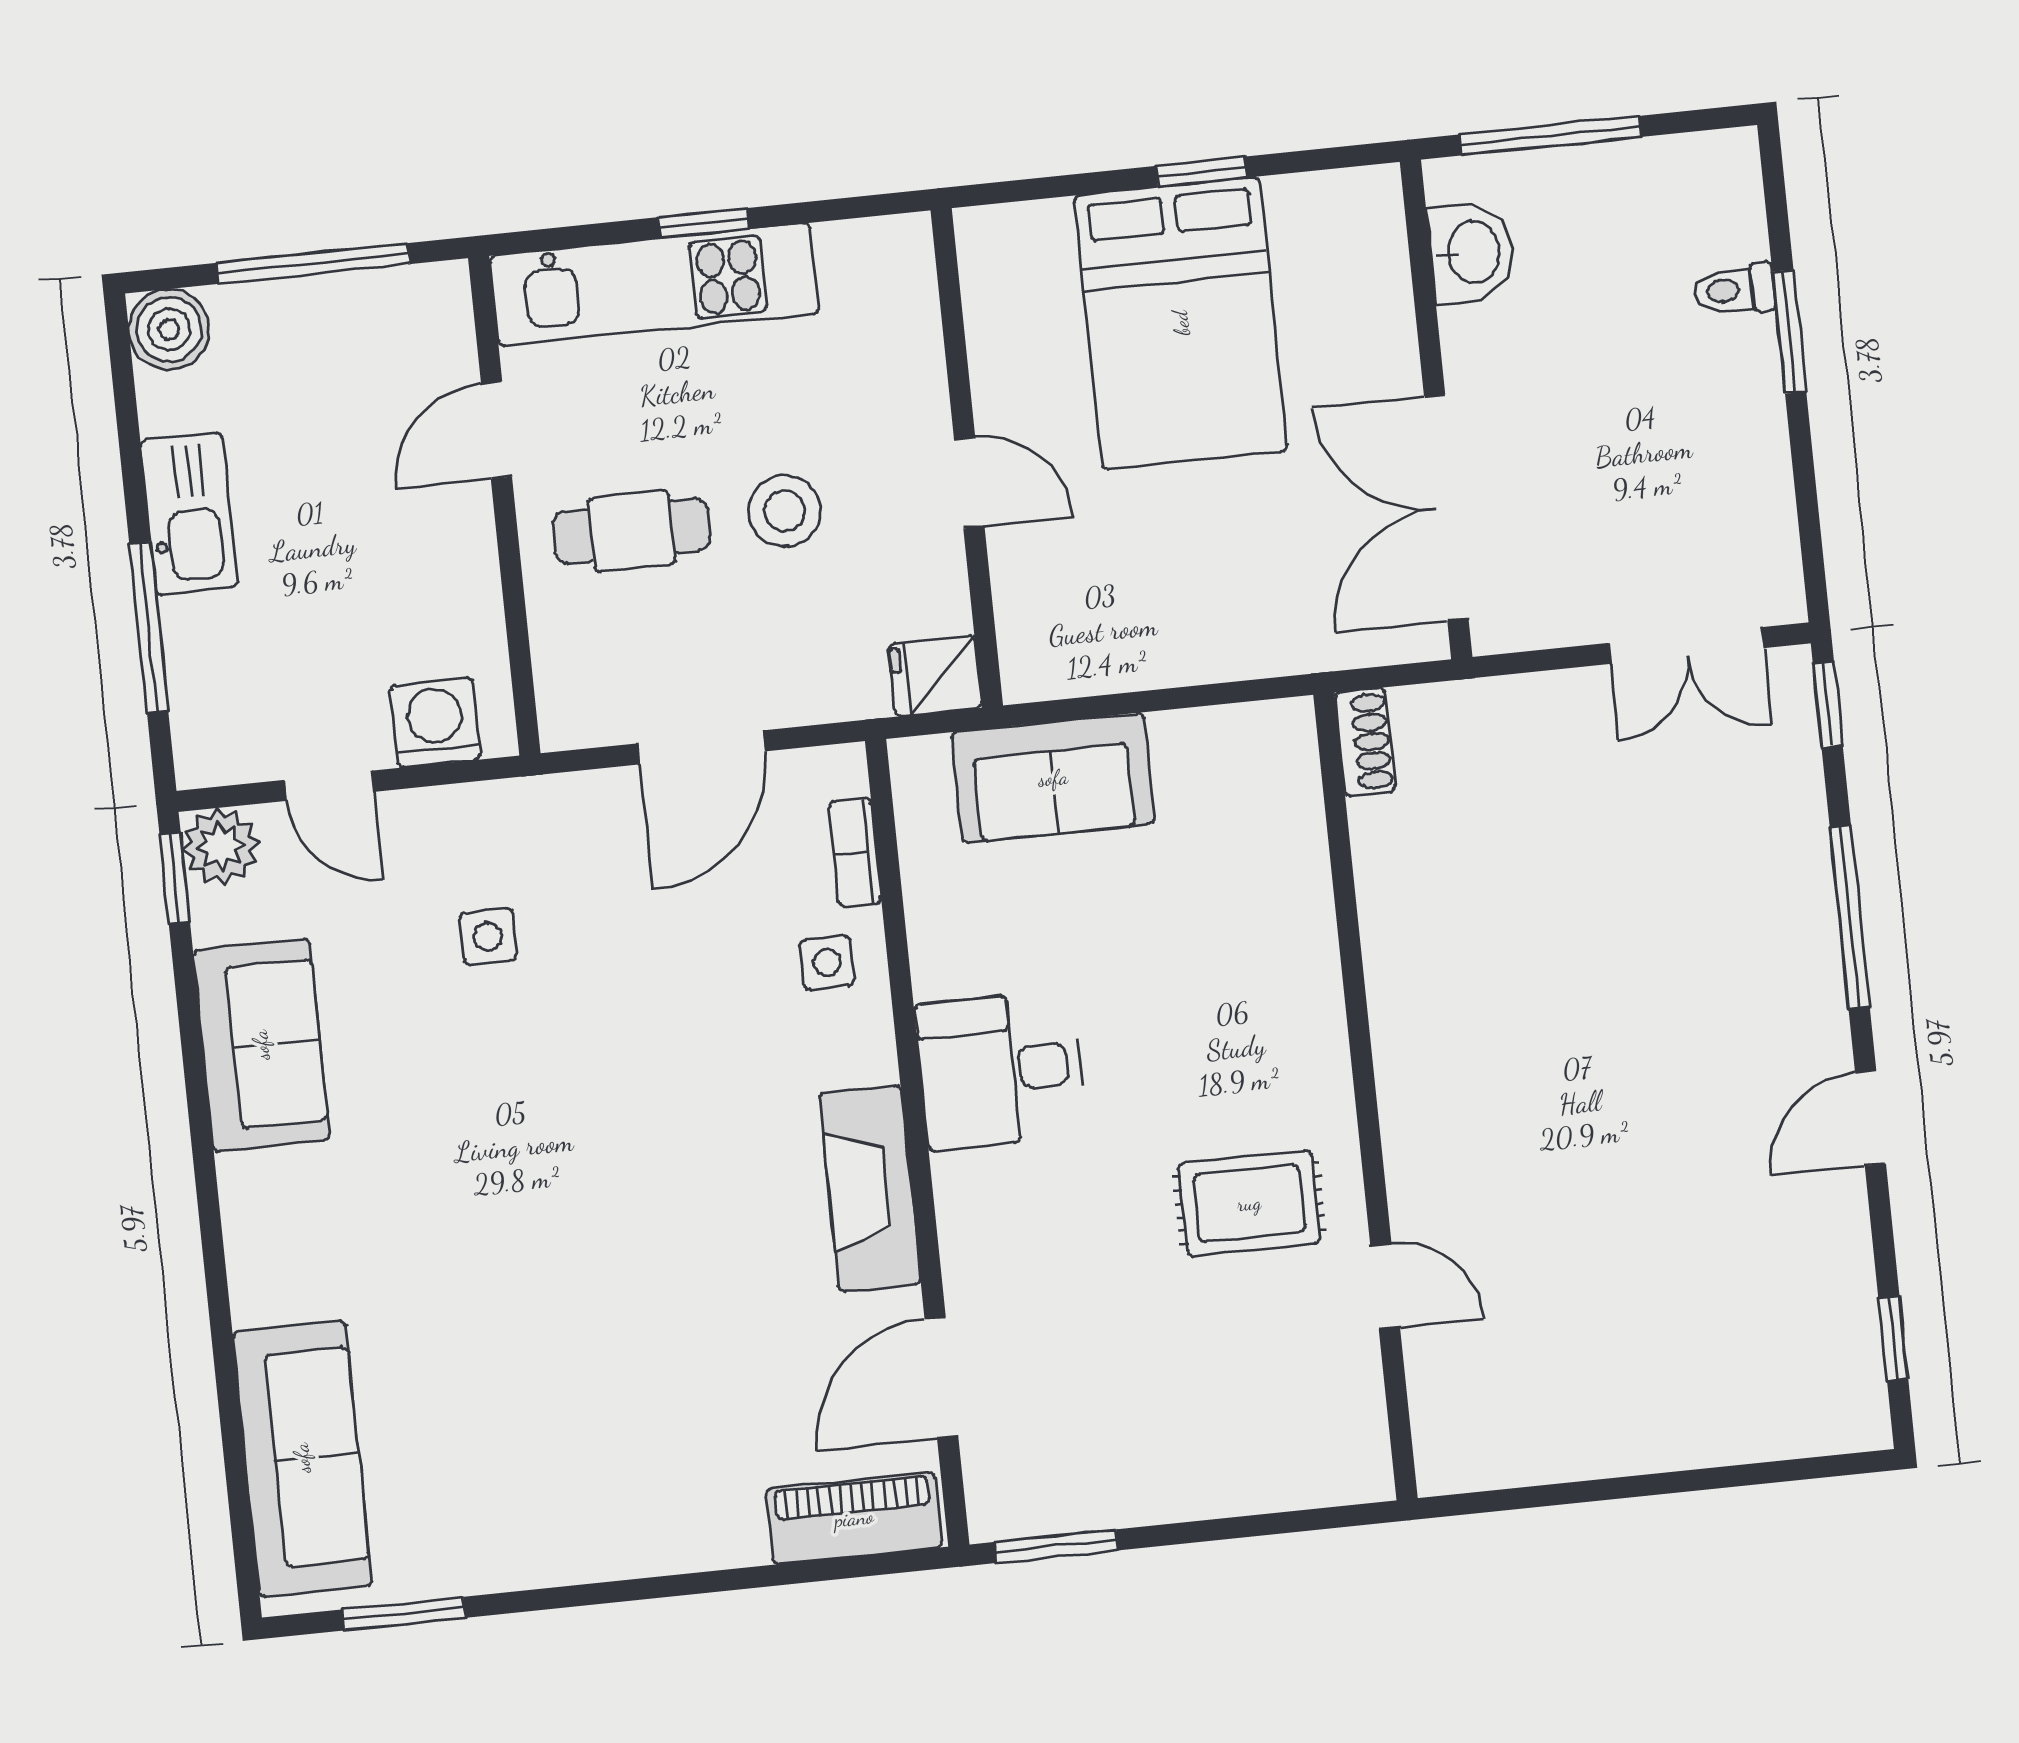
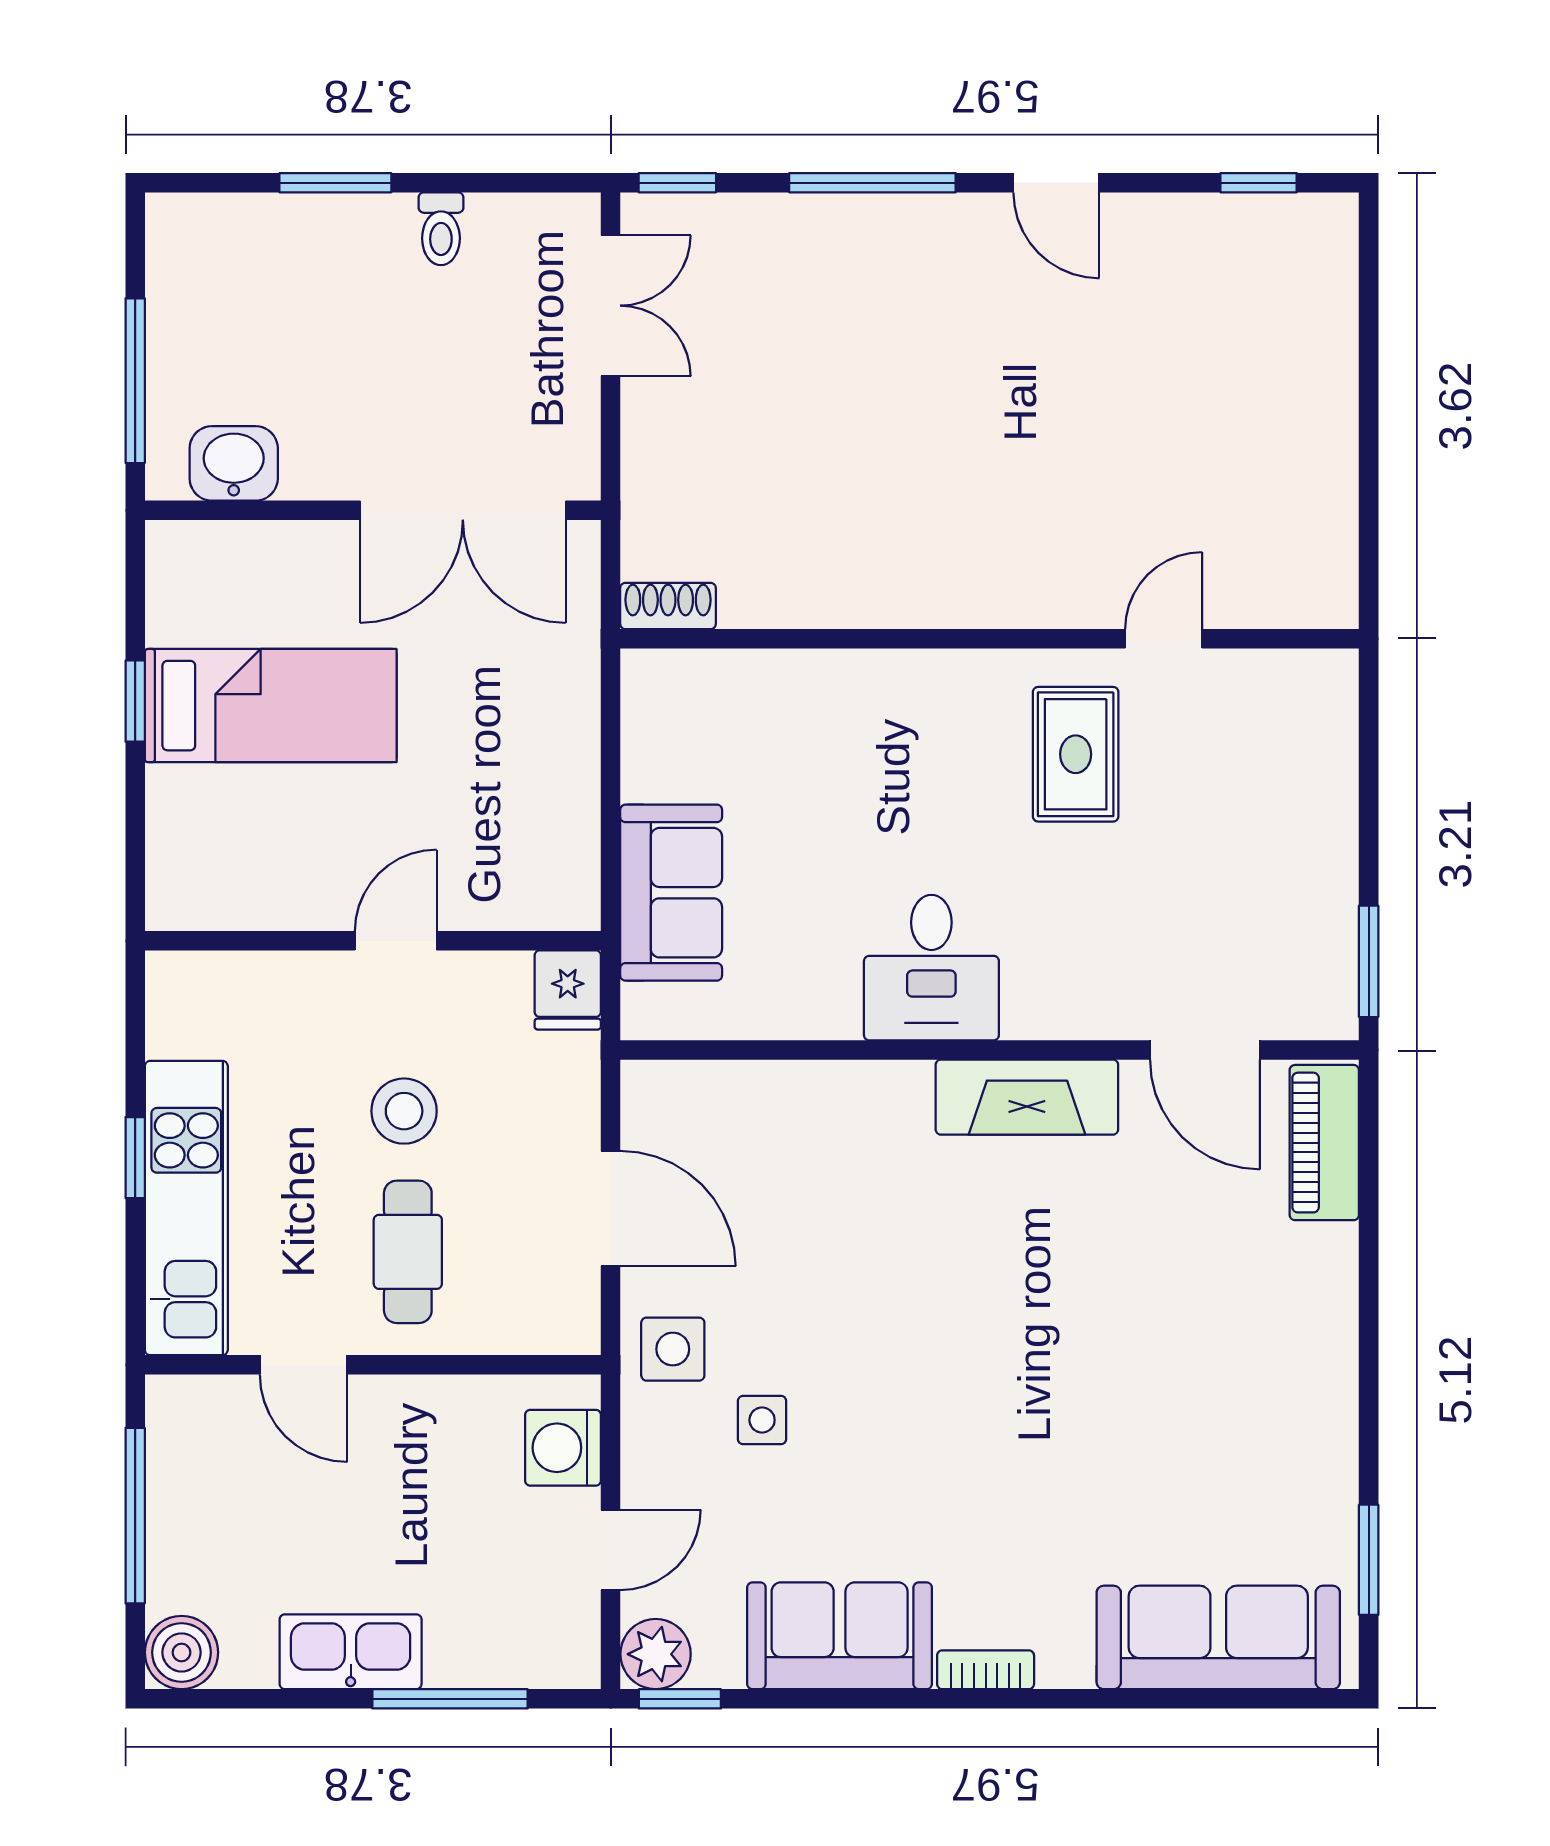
toilet: (1734, 290) -> (441, 229), moved
bed: (1181, 323) -> (271, 706), width x0.67
bookcase: (855, 852) -> (986, 1670), moved, turned 180
side table: (827, 963) -> (673, 1349), moved, width x1.37, depth x1.37

